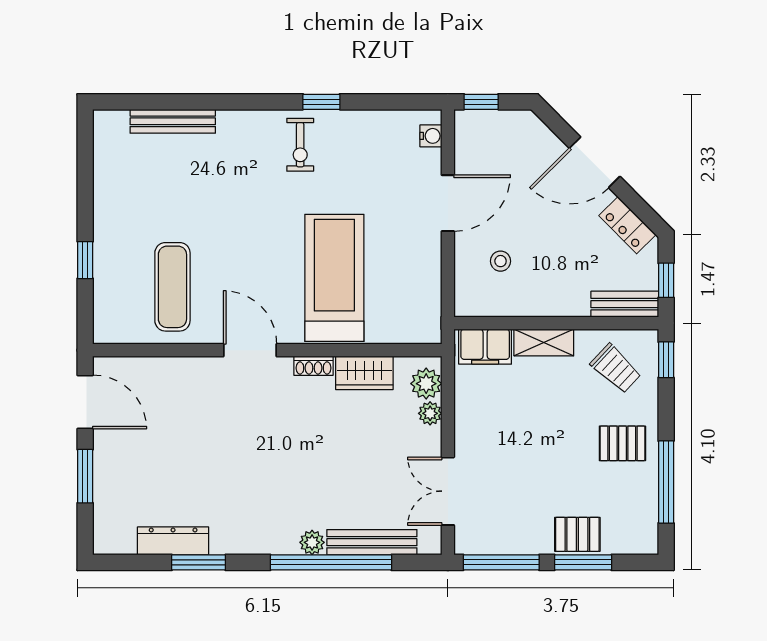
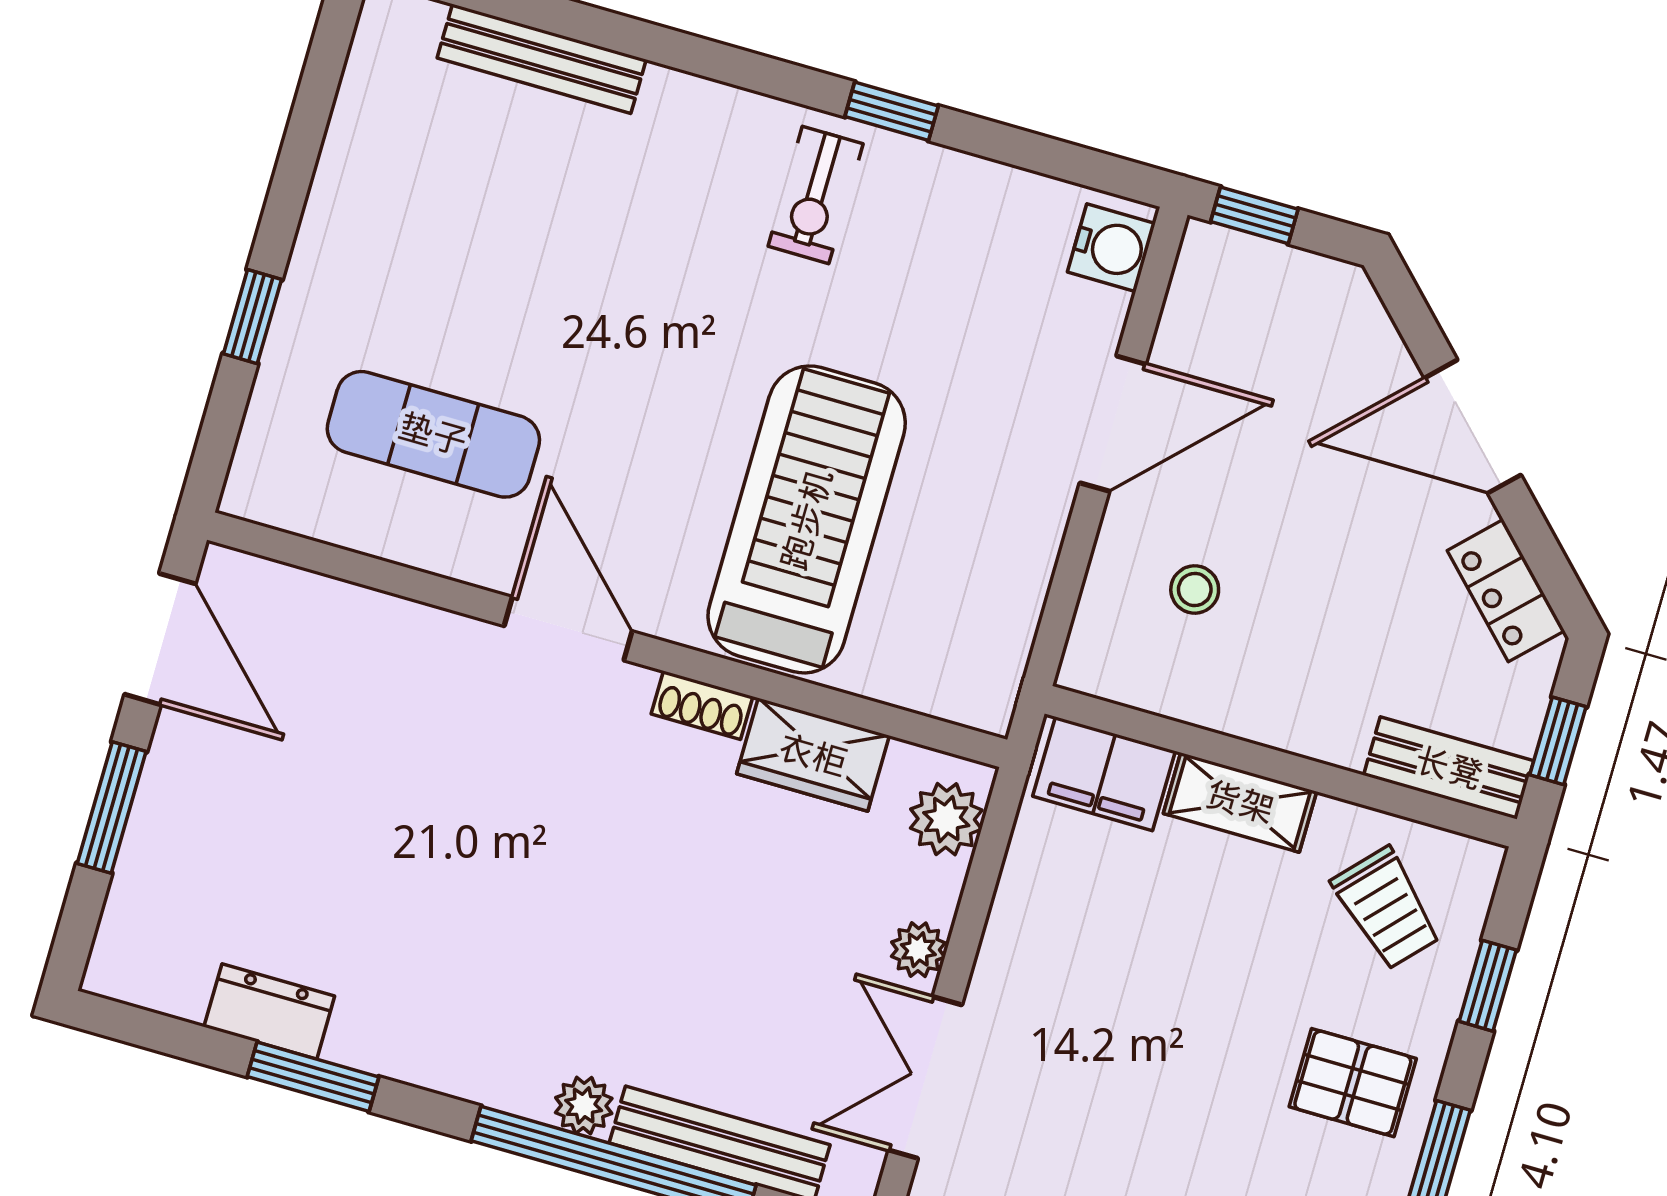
water cooler: (431, 136) -> (1111, 248), width x1.38, depth x1.38
exercise mat: (172, 287) -> (433, 434), turned 90
window: (666, 360) -> (1488, 986), moved
plant: (430, 413) -> (918, 950), moved
dresser: (173, 541) -> (269, 1011), width x0.70

